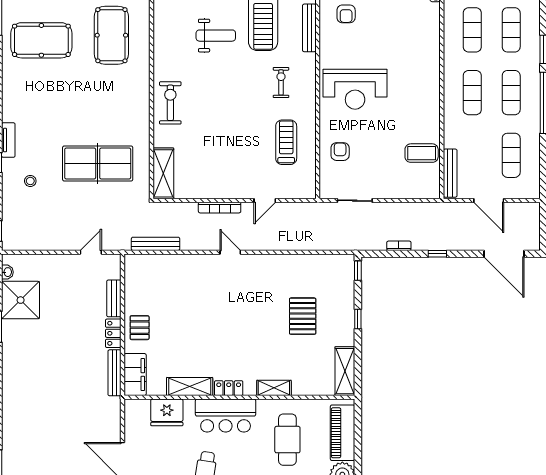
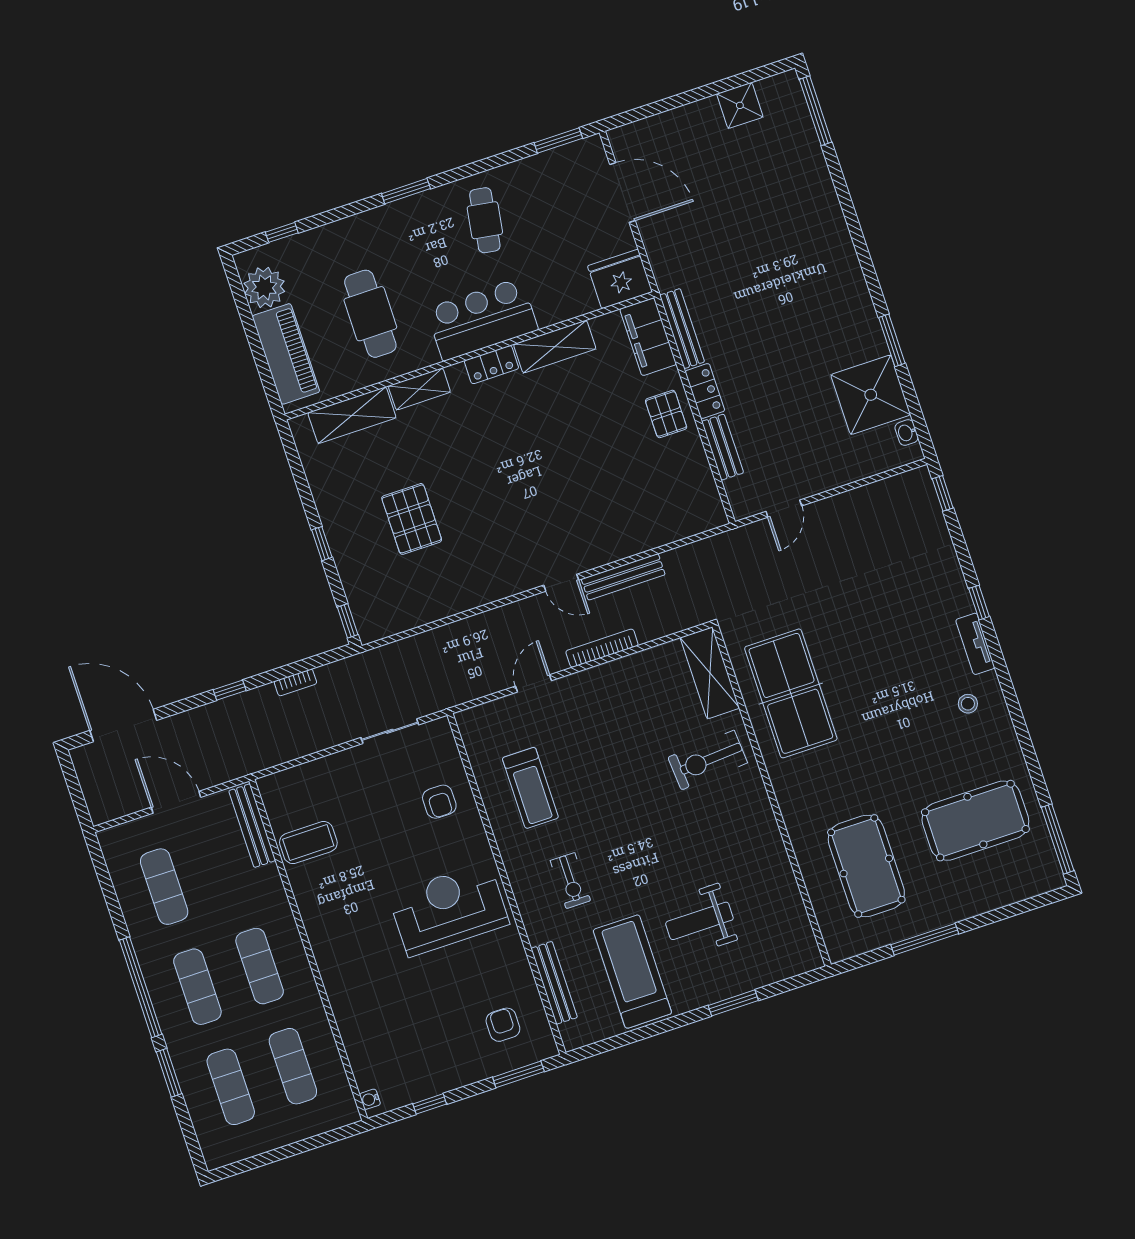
exercise bike: (170, 103) -> (708, 760), moved, turned 86
table tennis table: (98, 164) -> (791, 693), moved, turned 90
stool: (30, 181) -> (968, 704), moved
bench: (156, 244) -> (623, 577), moved
shelving: (345, 371) -> (352, 415), moved, turned 90
fridge: (167, 412) -> (620, 279), moved

